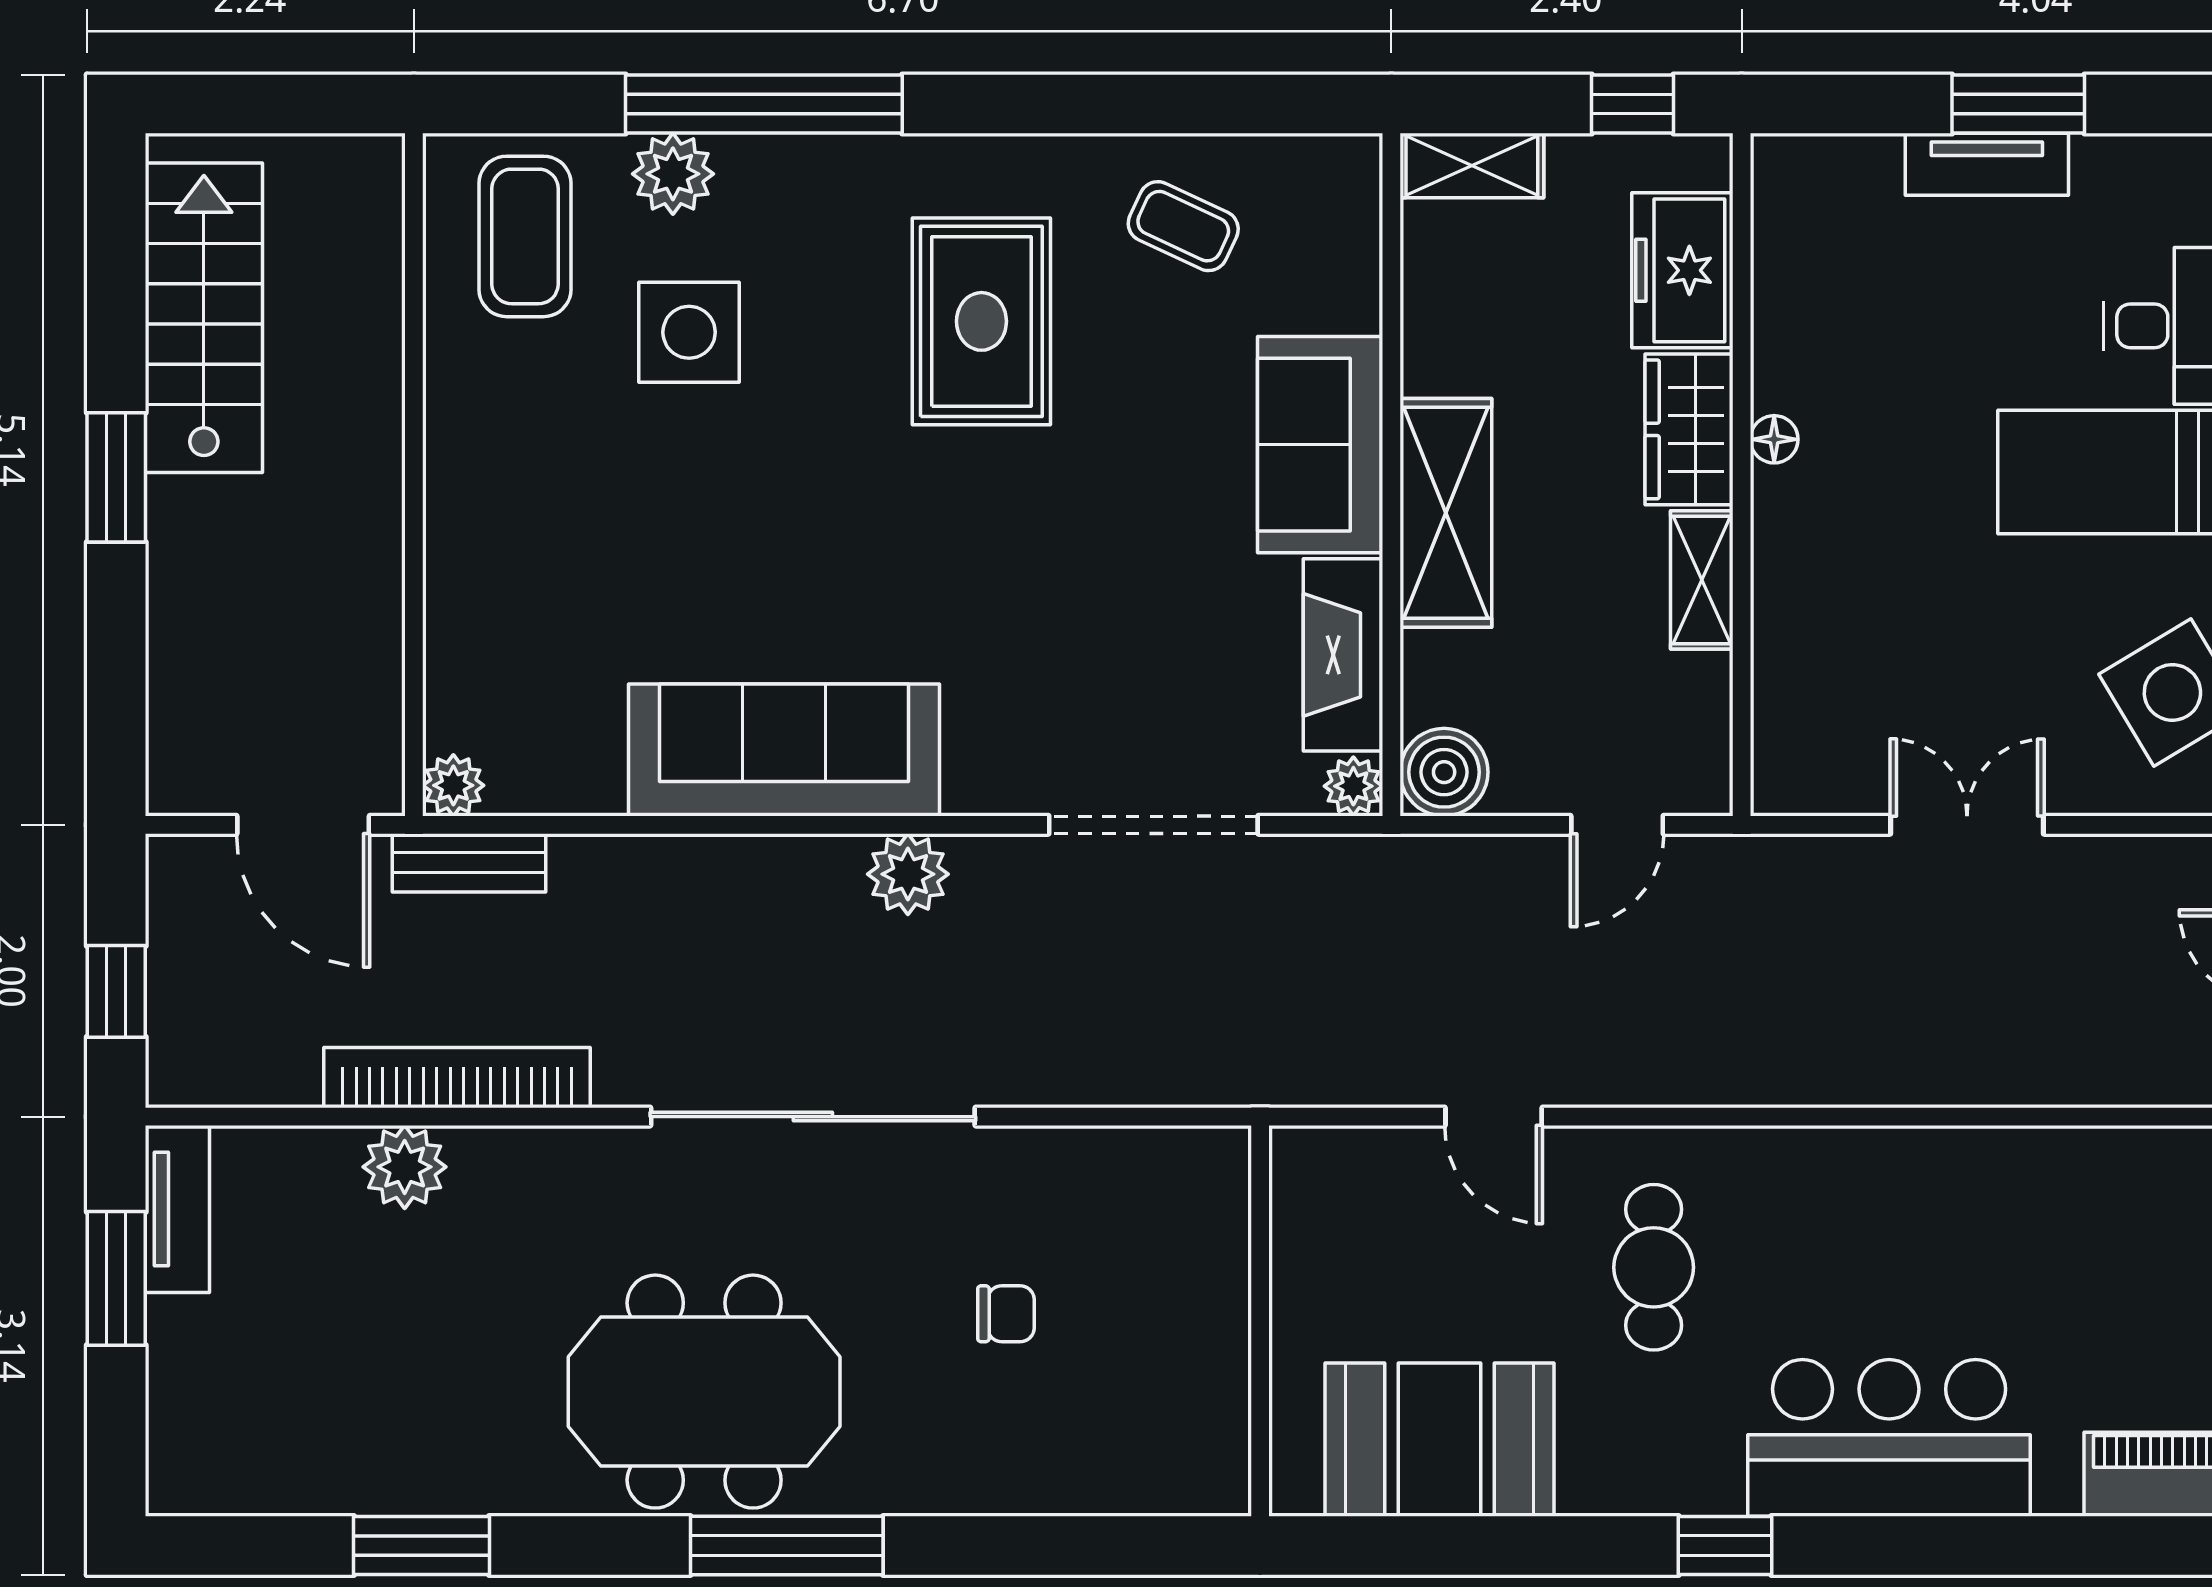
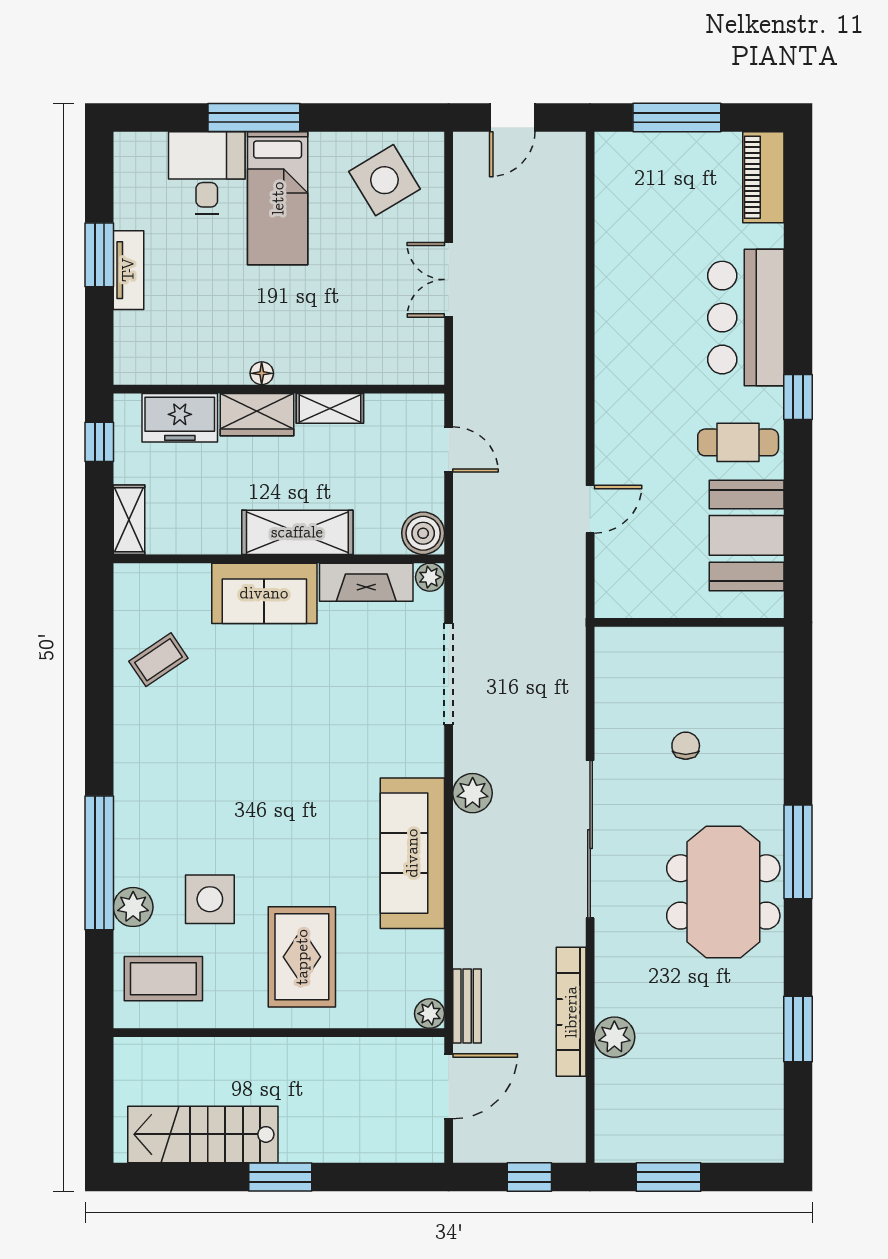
coffee table: (1183, 226) -> (158, 660), turned 31
rug: (981, 321) -> (302, 957), moved, turned 90
tv unit: (177, 1209) -> (635, 1147), removed
cafe table: (1654, 1267) -> (738, 442), moved

